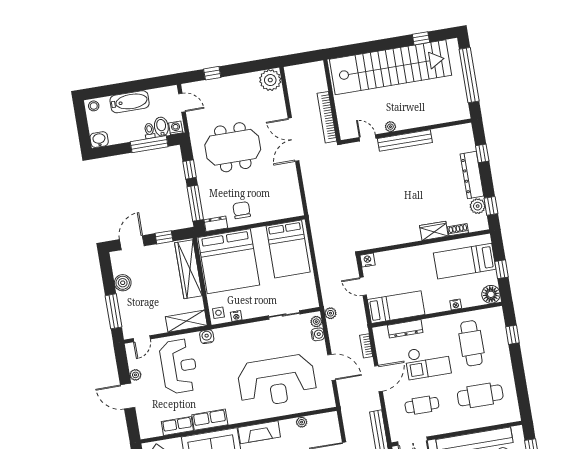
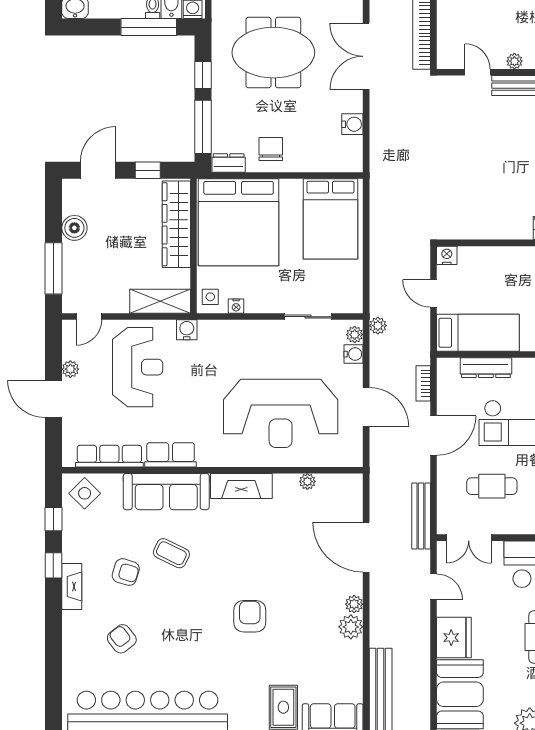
water cooler: (292, 185) -> (352, 124), added
row of seats: (177, 426) -> (109, 456), width x1.48

